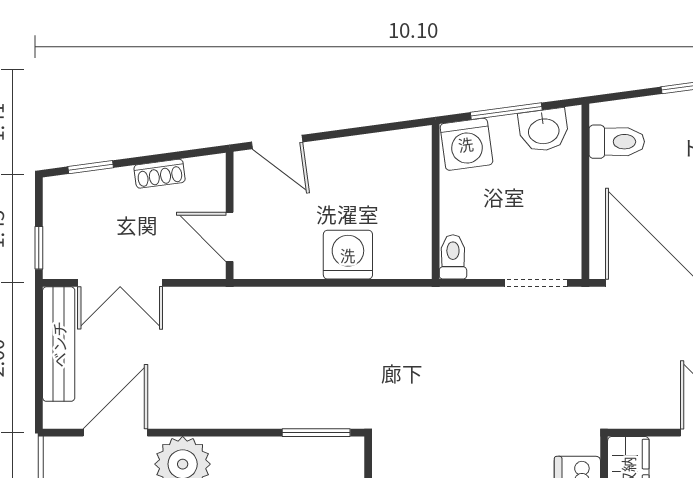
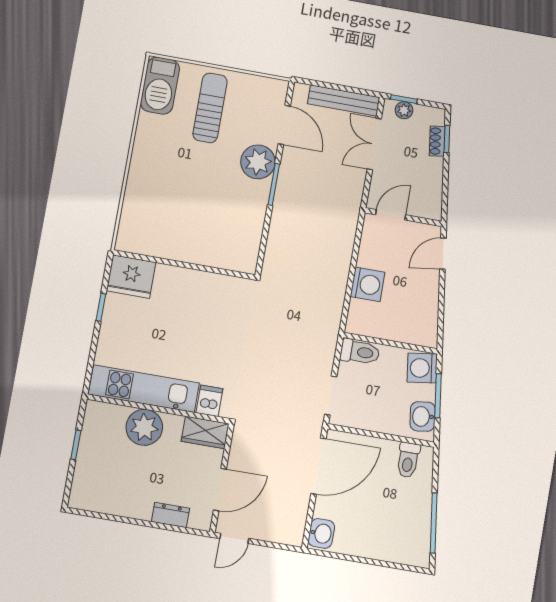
shoe rack: (160, 174) -> (437, 141), moved
plant: (57, 244) -> (404, 110), added
toilet: (453, 257) -> (360, 352), width x1.37, depth x1.39
window: (316, 433) -> (274, 184), moved

